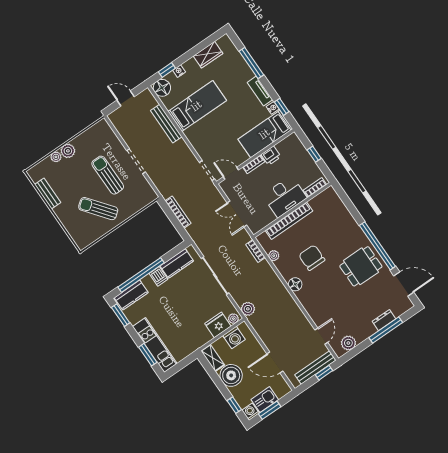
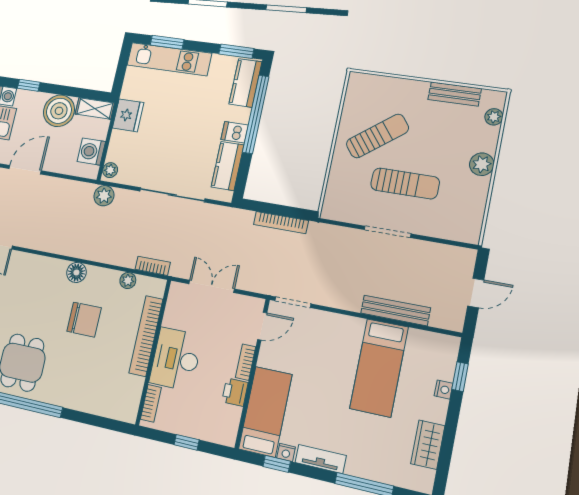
floor lamp: (162, 88) -> (444, 349), removed
plant: (56, 157) -> (494, 117), moved
fridge: (218, 325) -> (128, 115), moved

